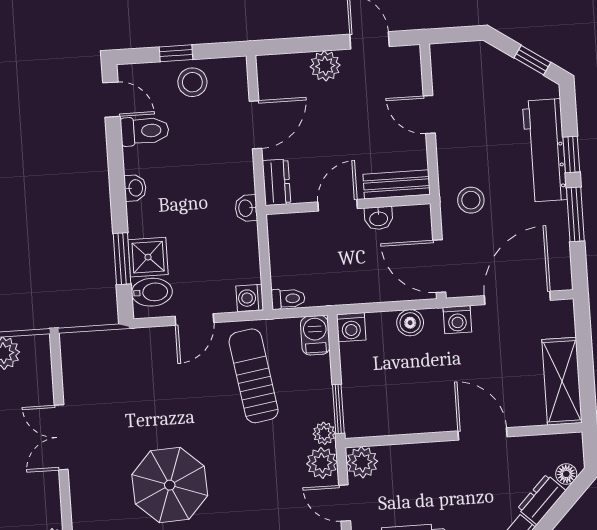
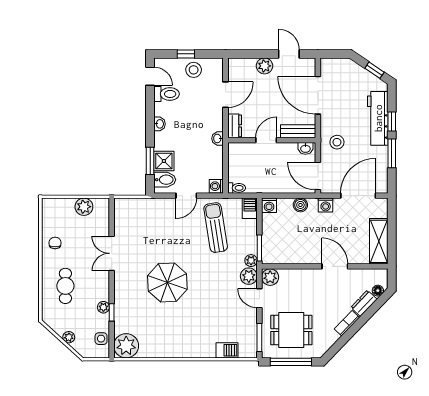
door: (429, 114) -> (318, 95), width x1.88
washbasin: (379, 218) -> (305, 148), moved

